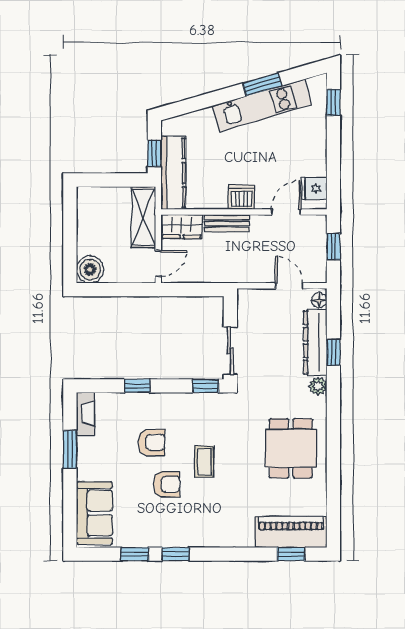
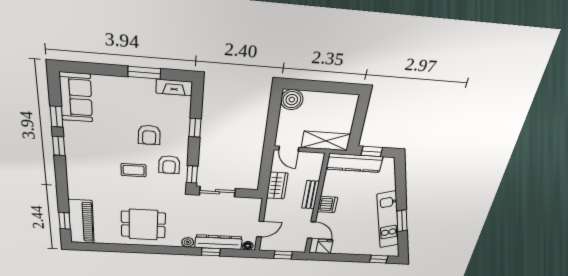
wardrobe: (182, 227) -> (277, 186), moved, turned 180
armchair: (167, 484) -> (169, 165), moved
sofa: (94, 513) -> (76, 97), moved, turned -90

